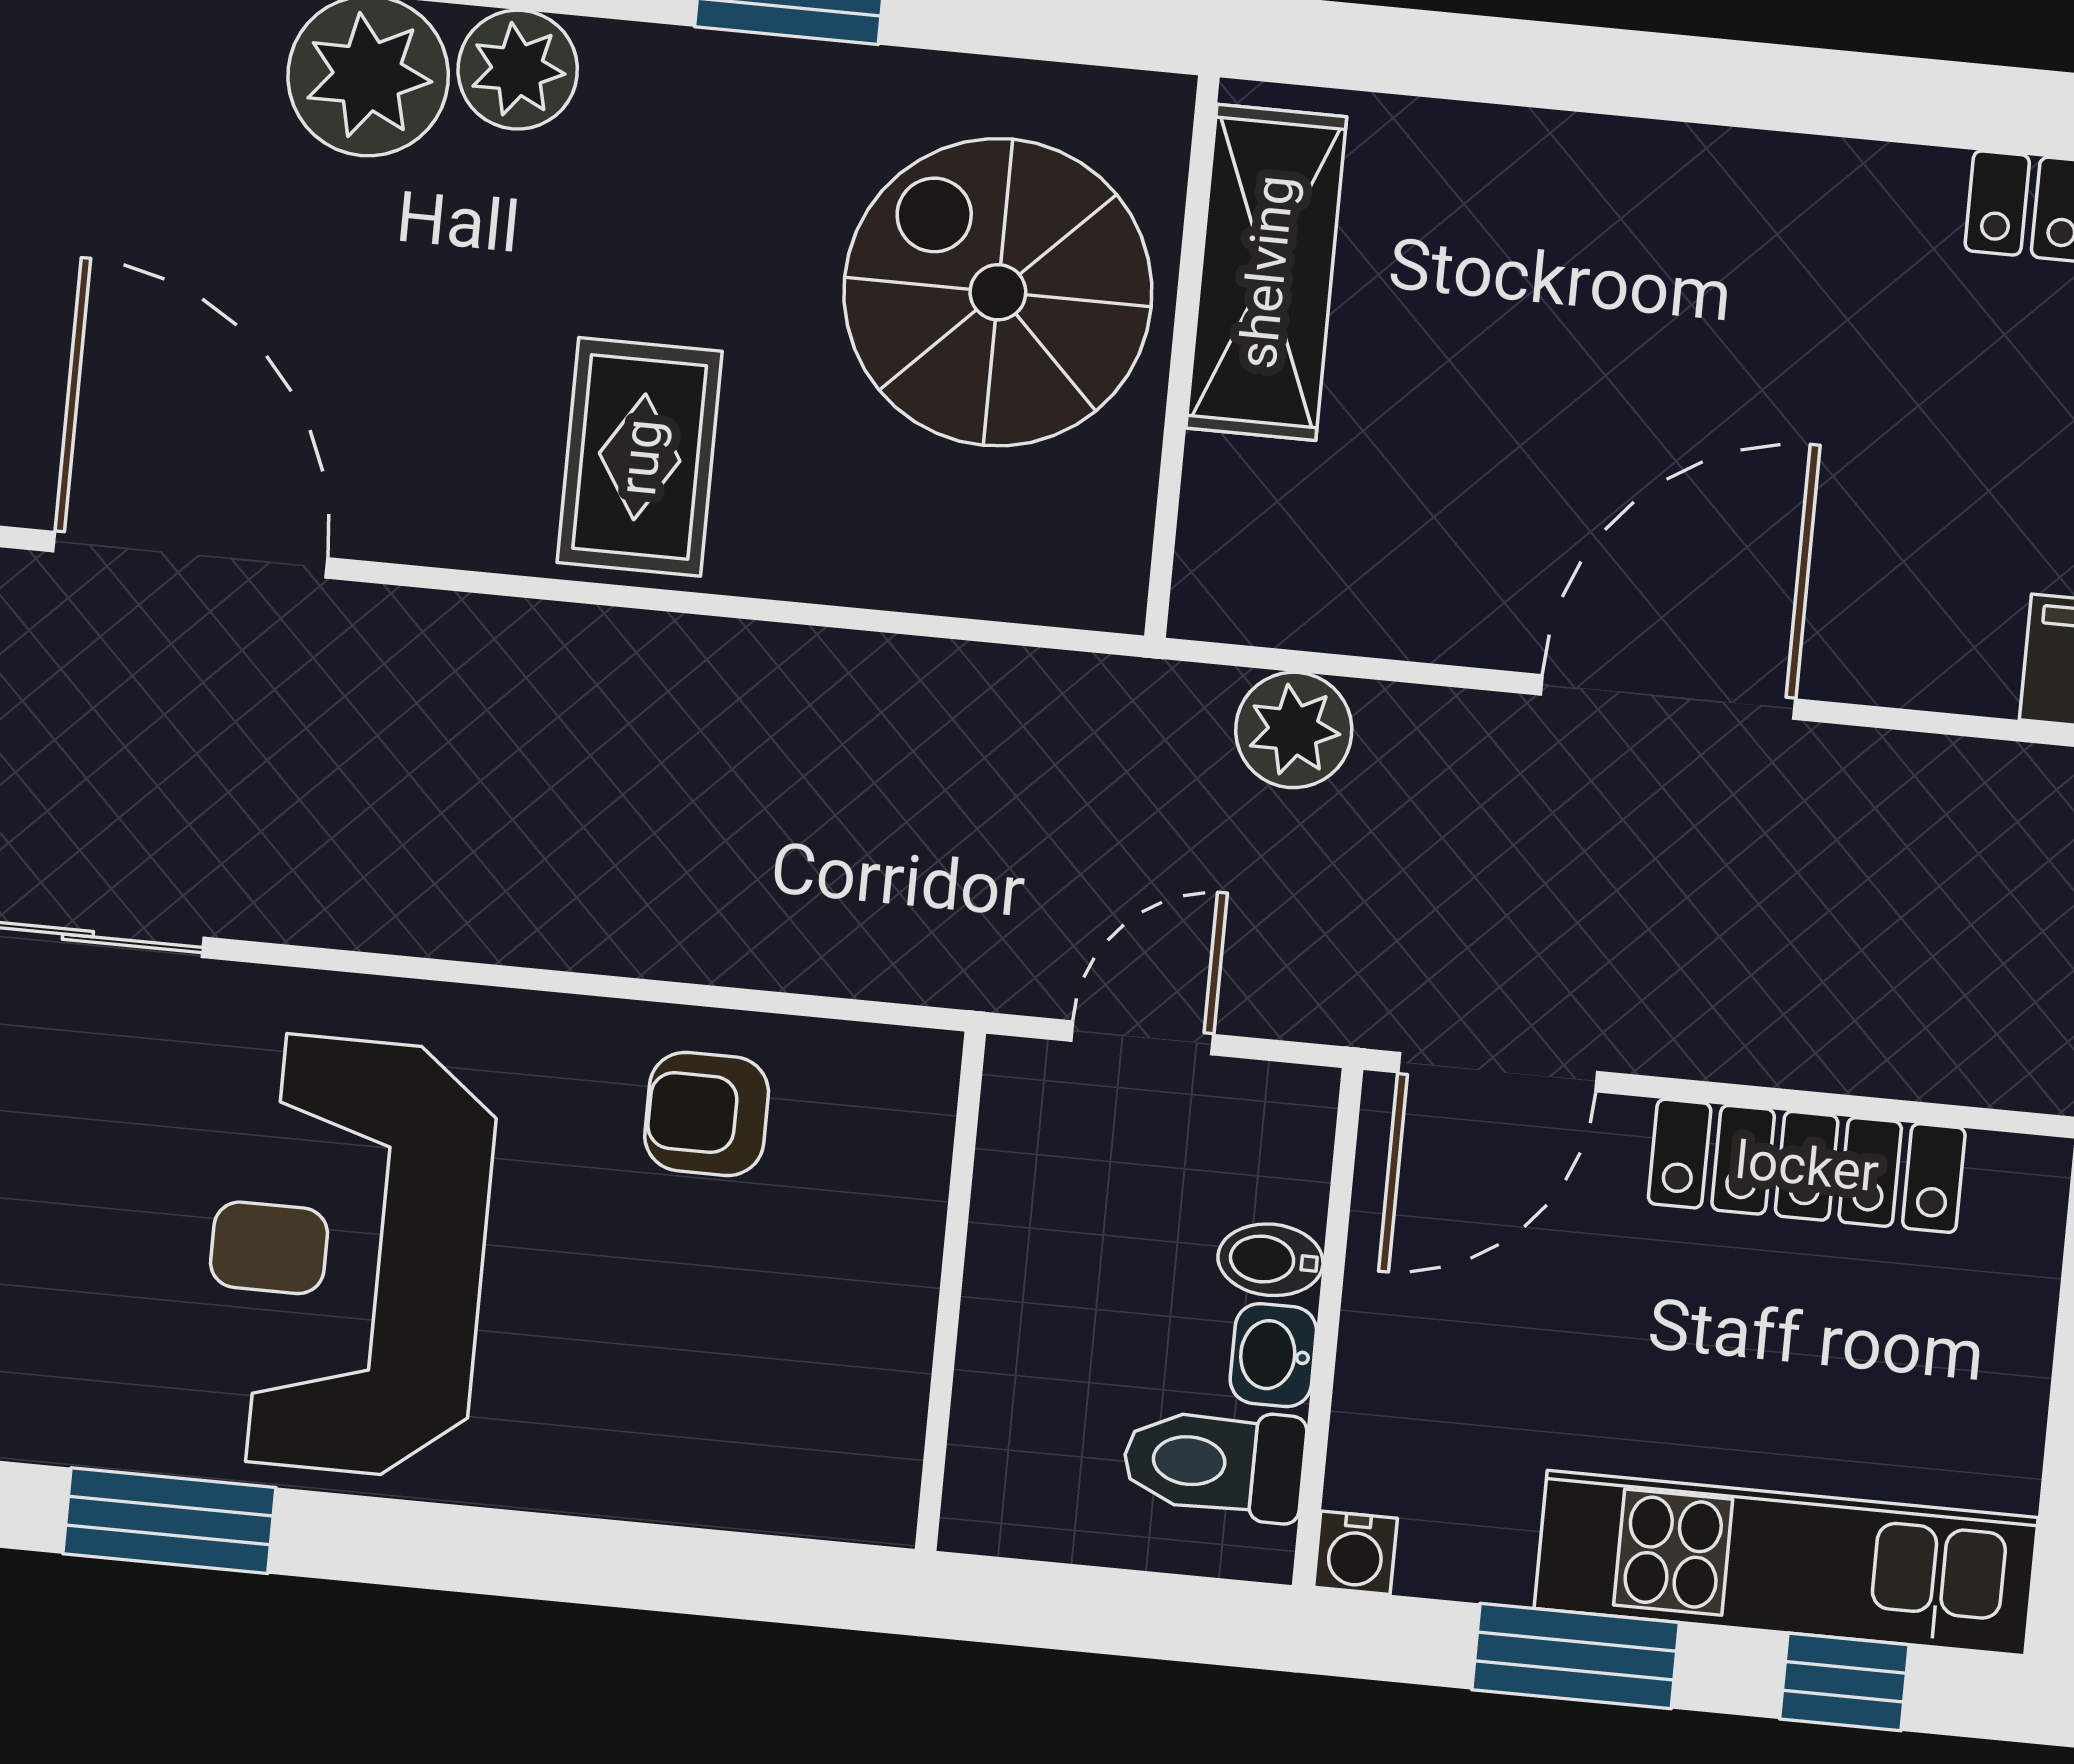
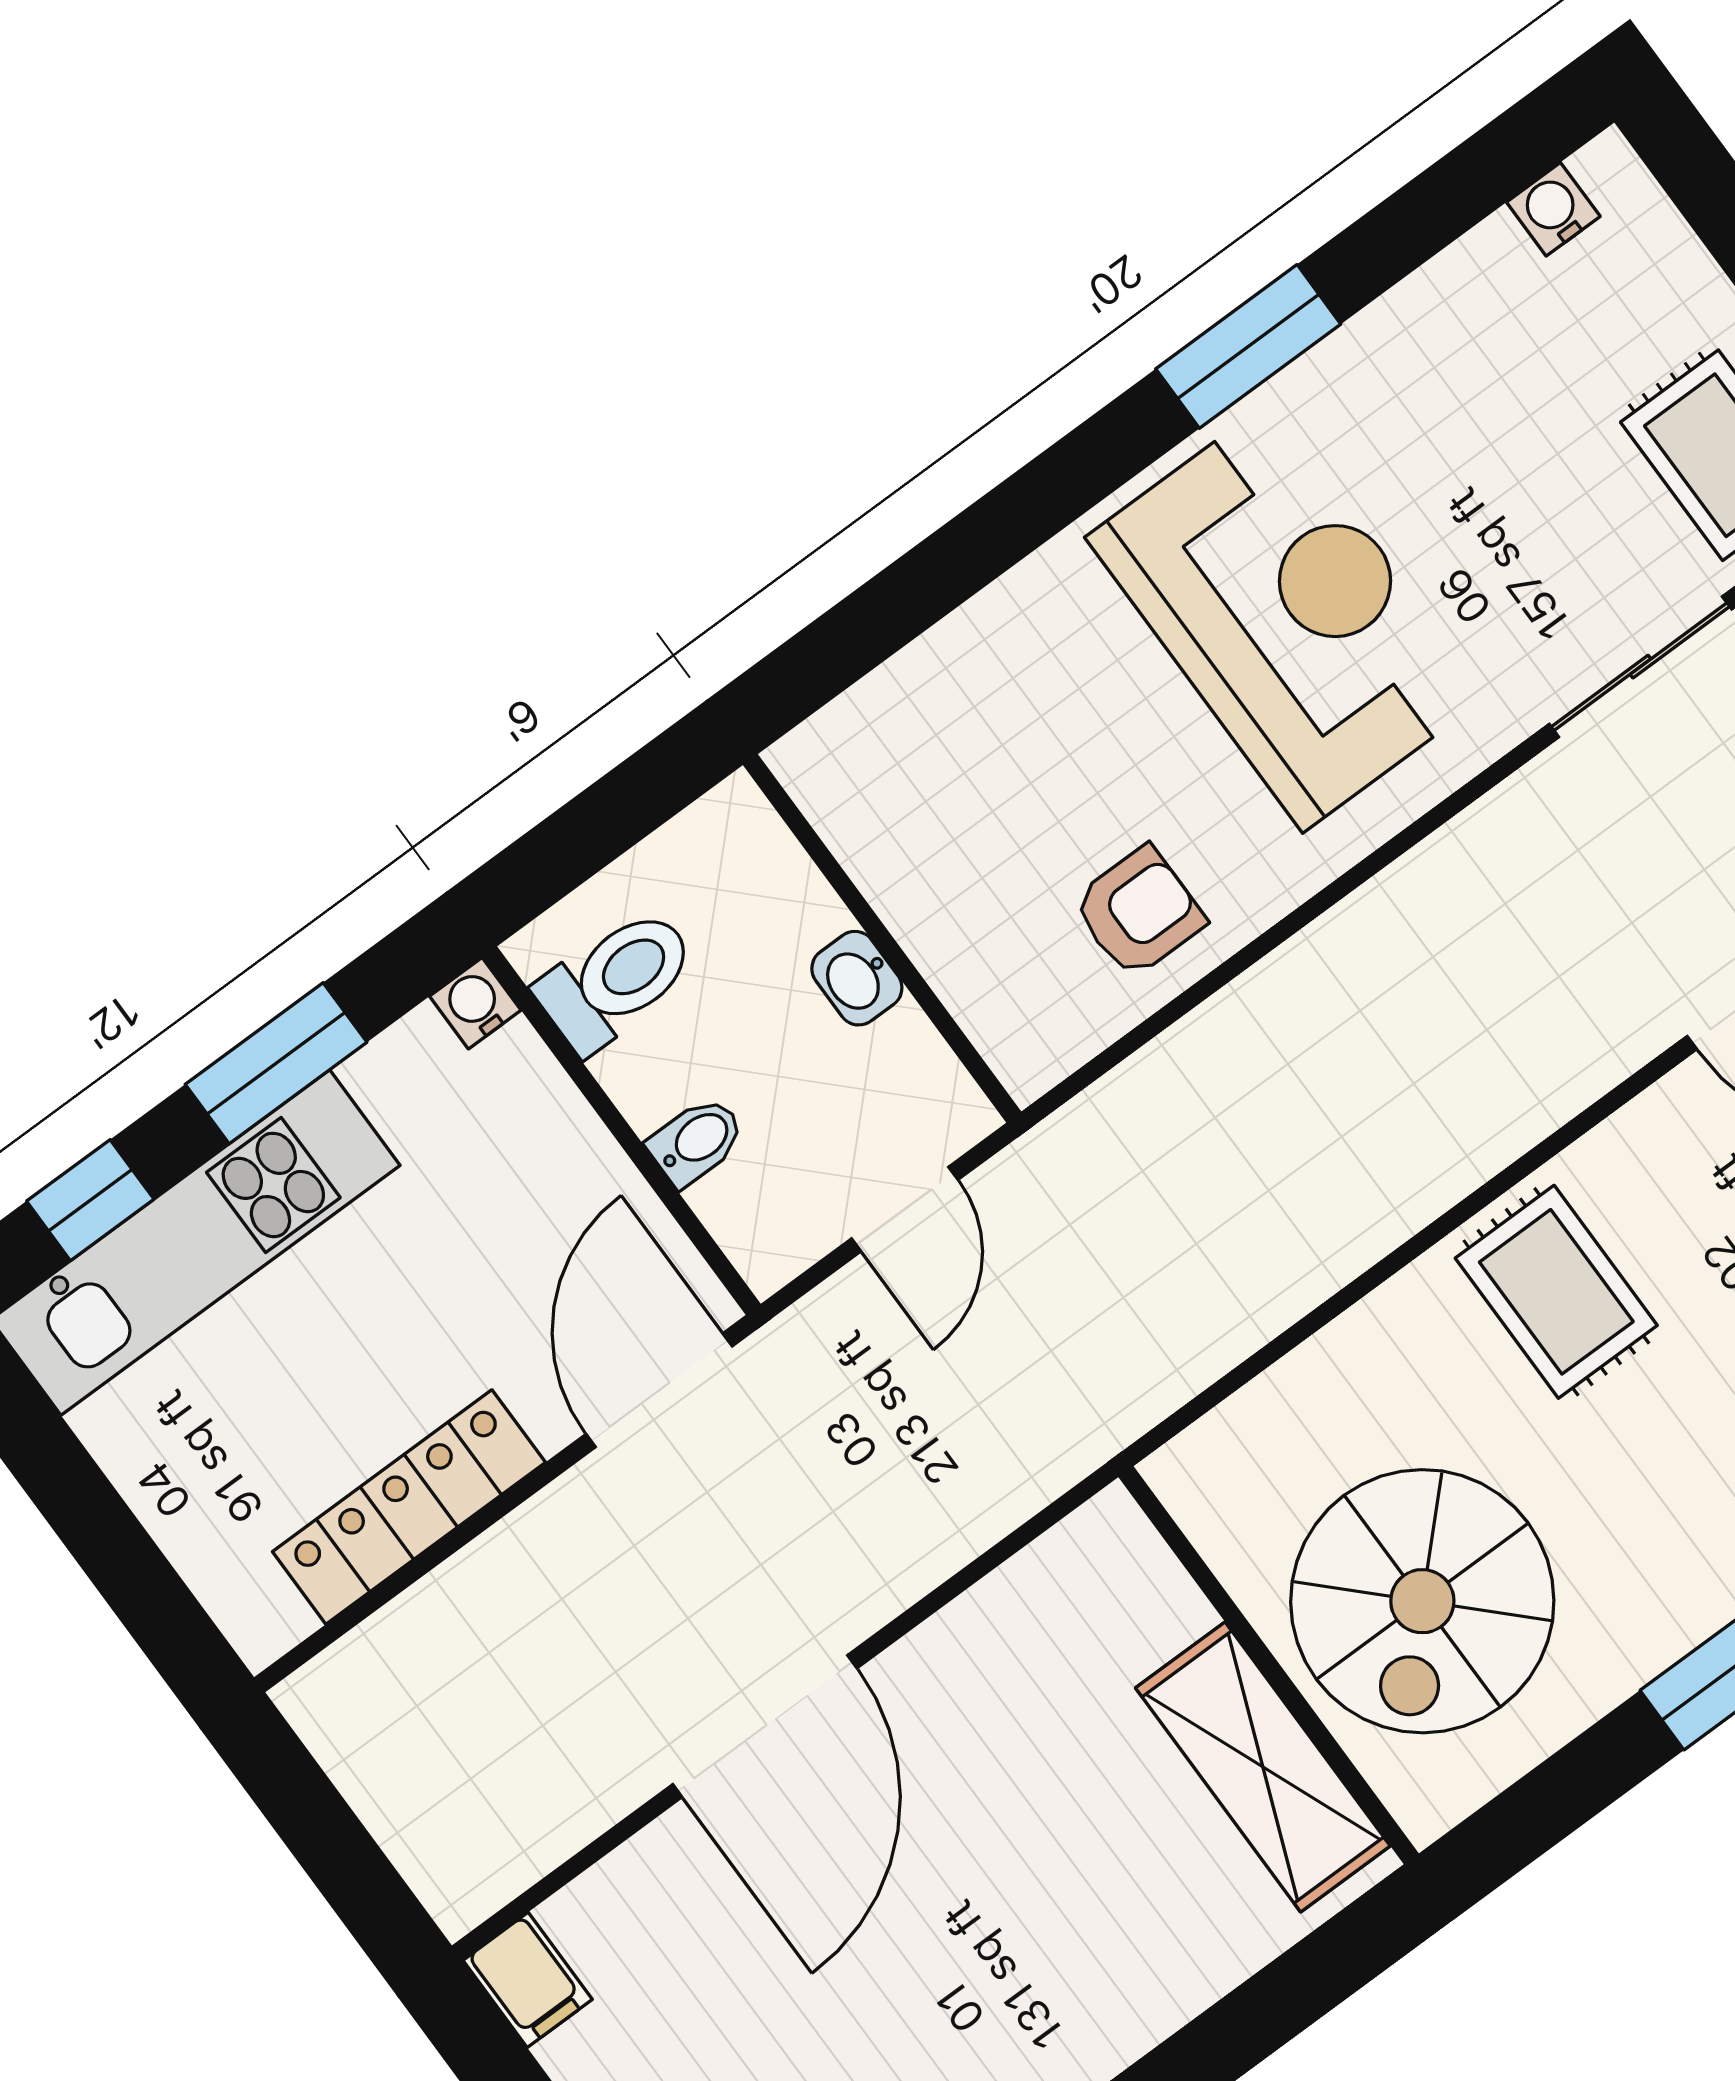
spiral stairs: (998, 292) -> (1422, 1601), turned 90
plant: (1294, 730) -> (984, 1492), removed
washbasin: (1273, 1355) -> (857, 978), moved, turned 180

